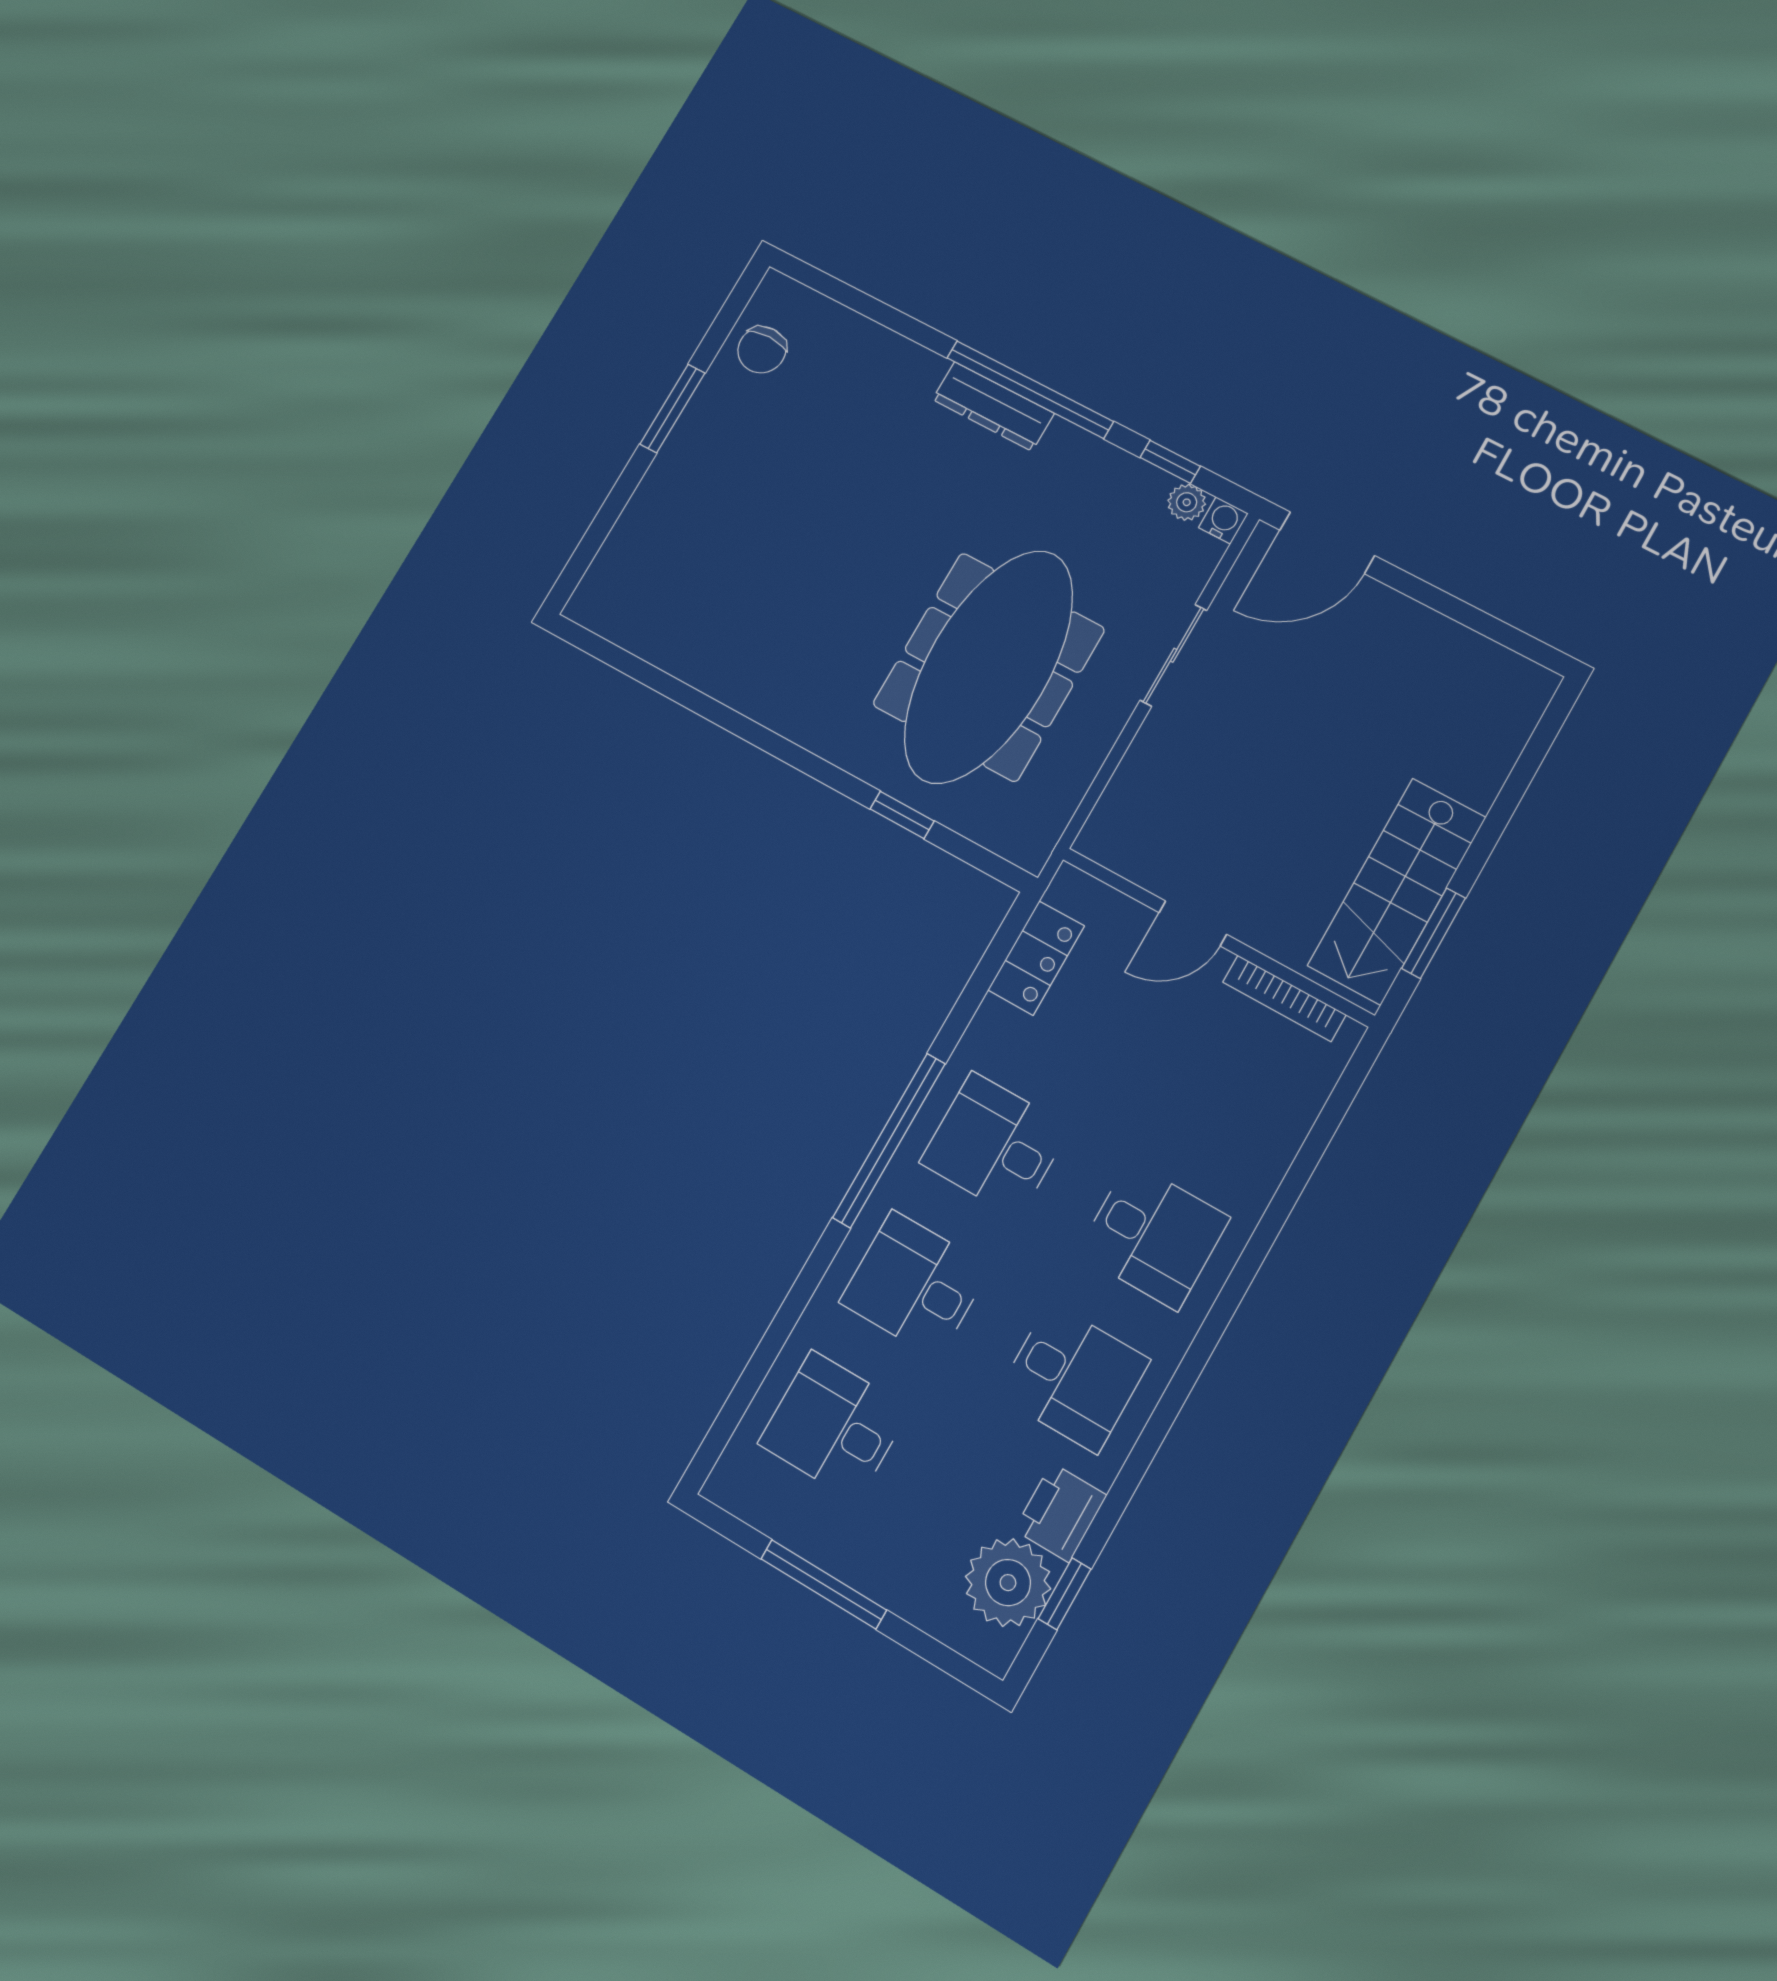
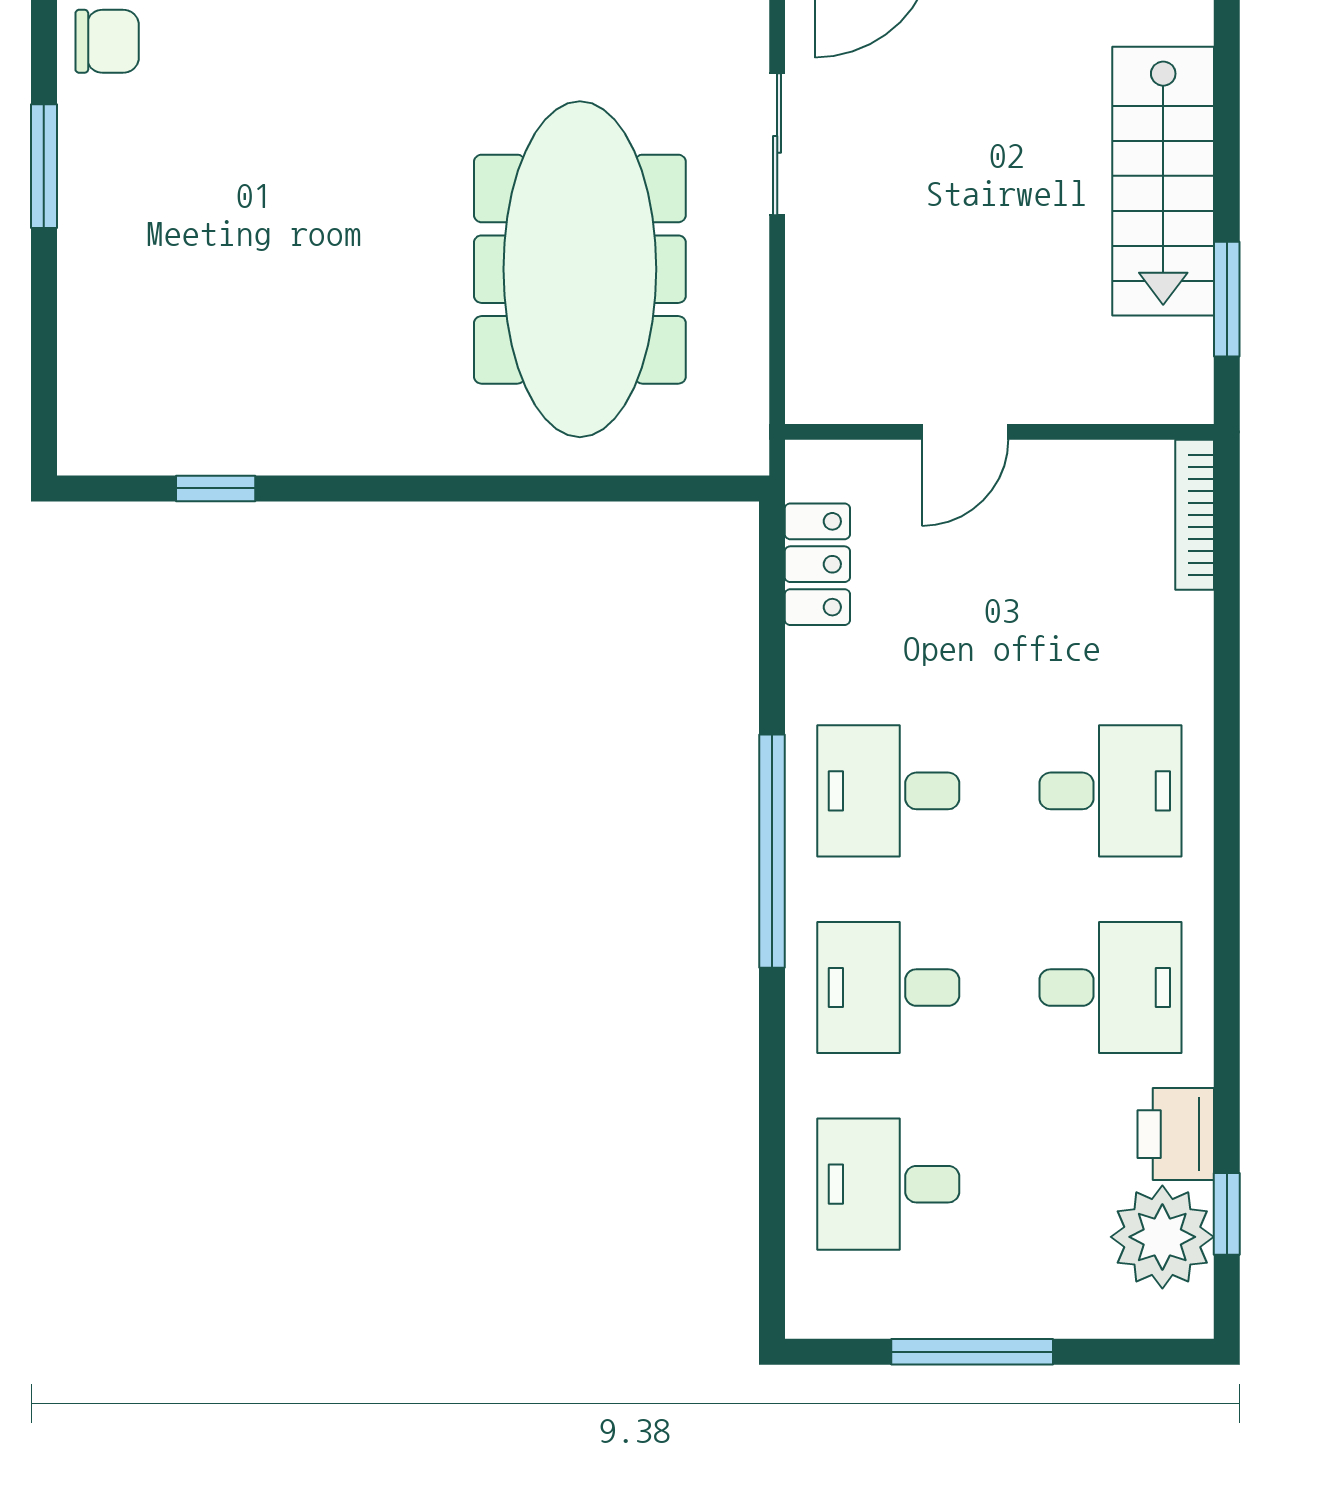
chair: (762, 350) -> (107, 41), turned -90
window: (902, 815) -> (216, 488), moved
stairs: (1397, 891) -> (1163, 181), moved
bookcase: (1284, 998) -> (1195, 515), moved, turned 90

